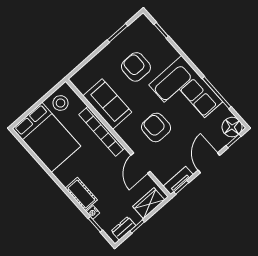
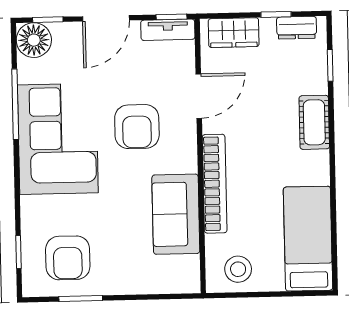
armchair: (136, 67) -> (68, 258), moved
bed: (46, 137) -> (308, 239), width x0.67
nightstand: (93, 212) -> (319, 84), removed

